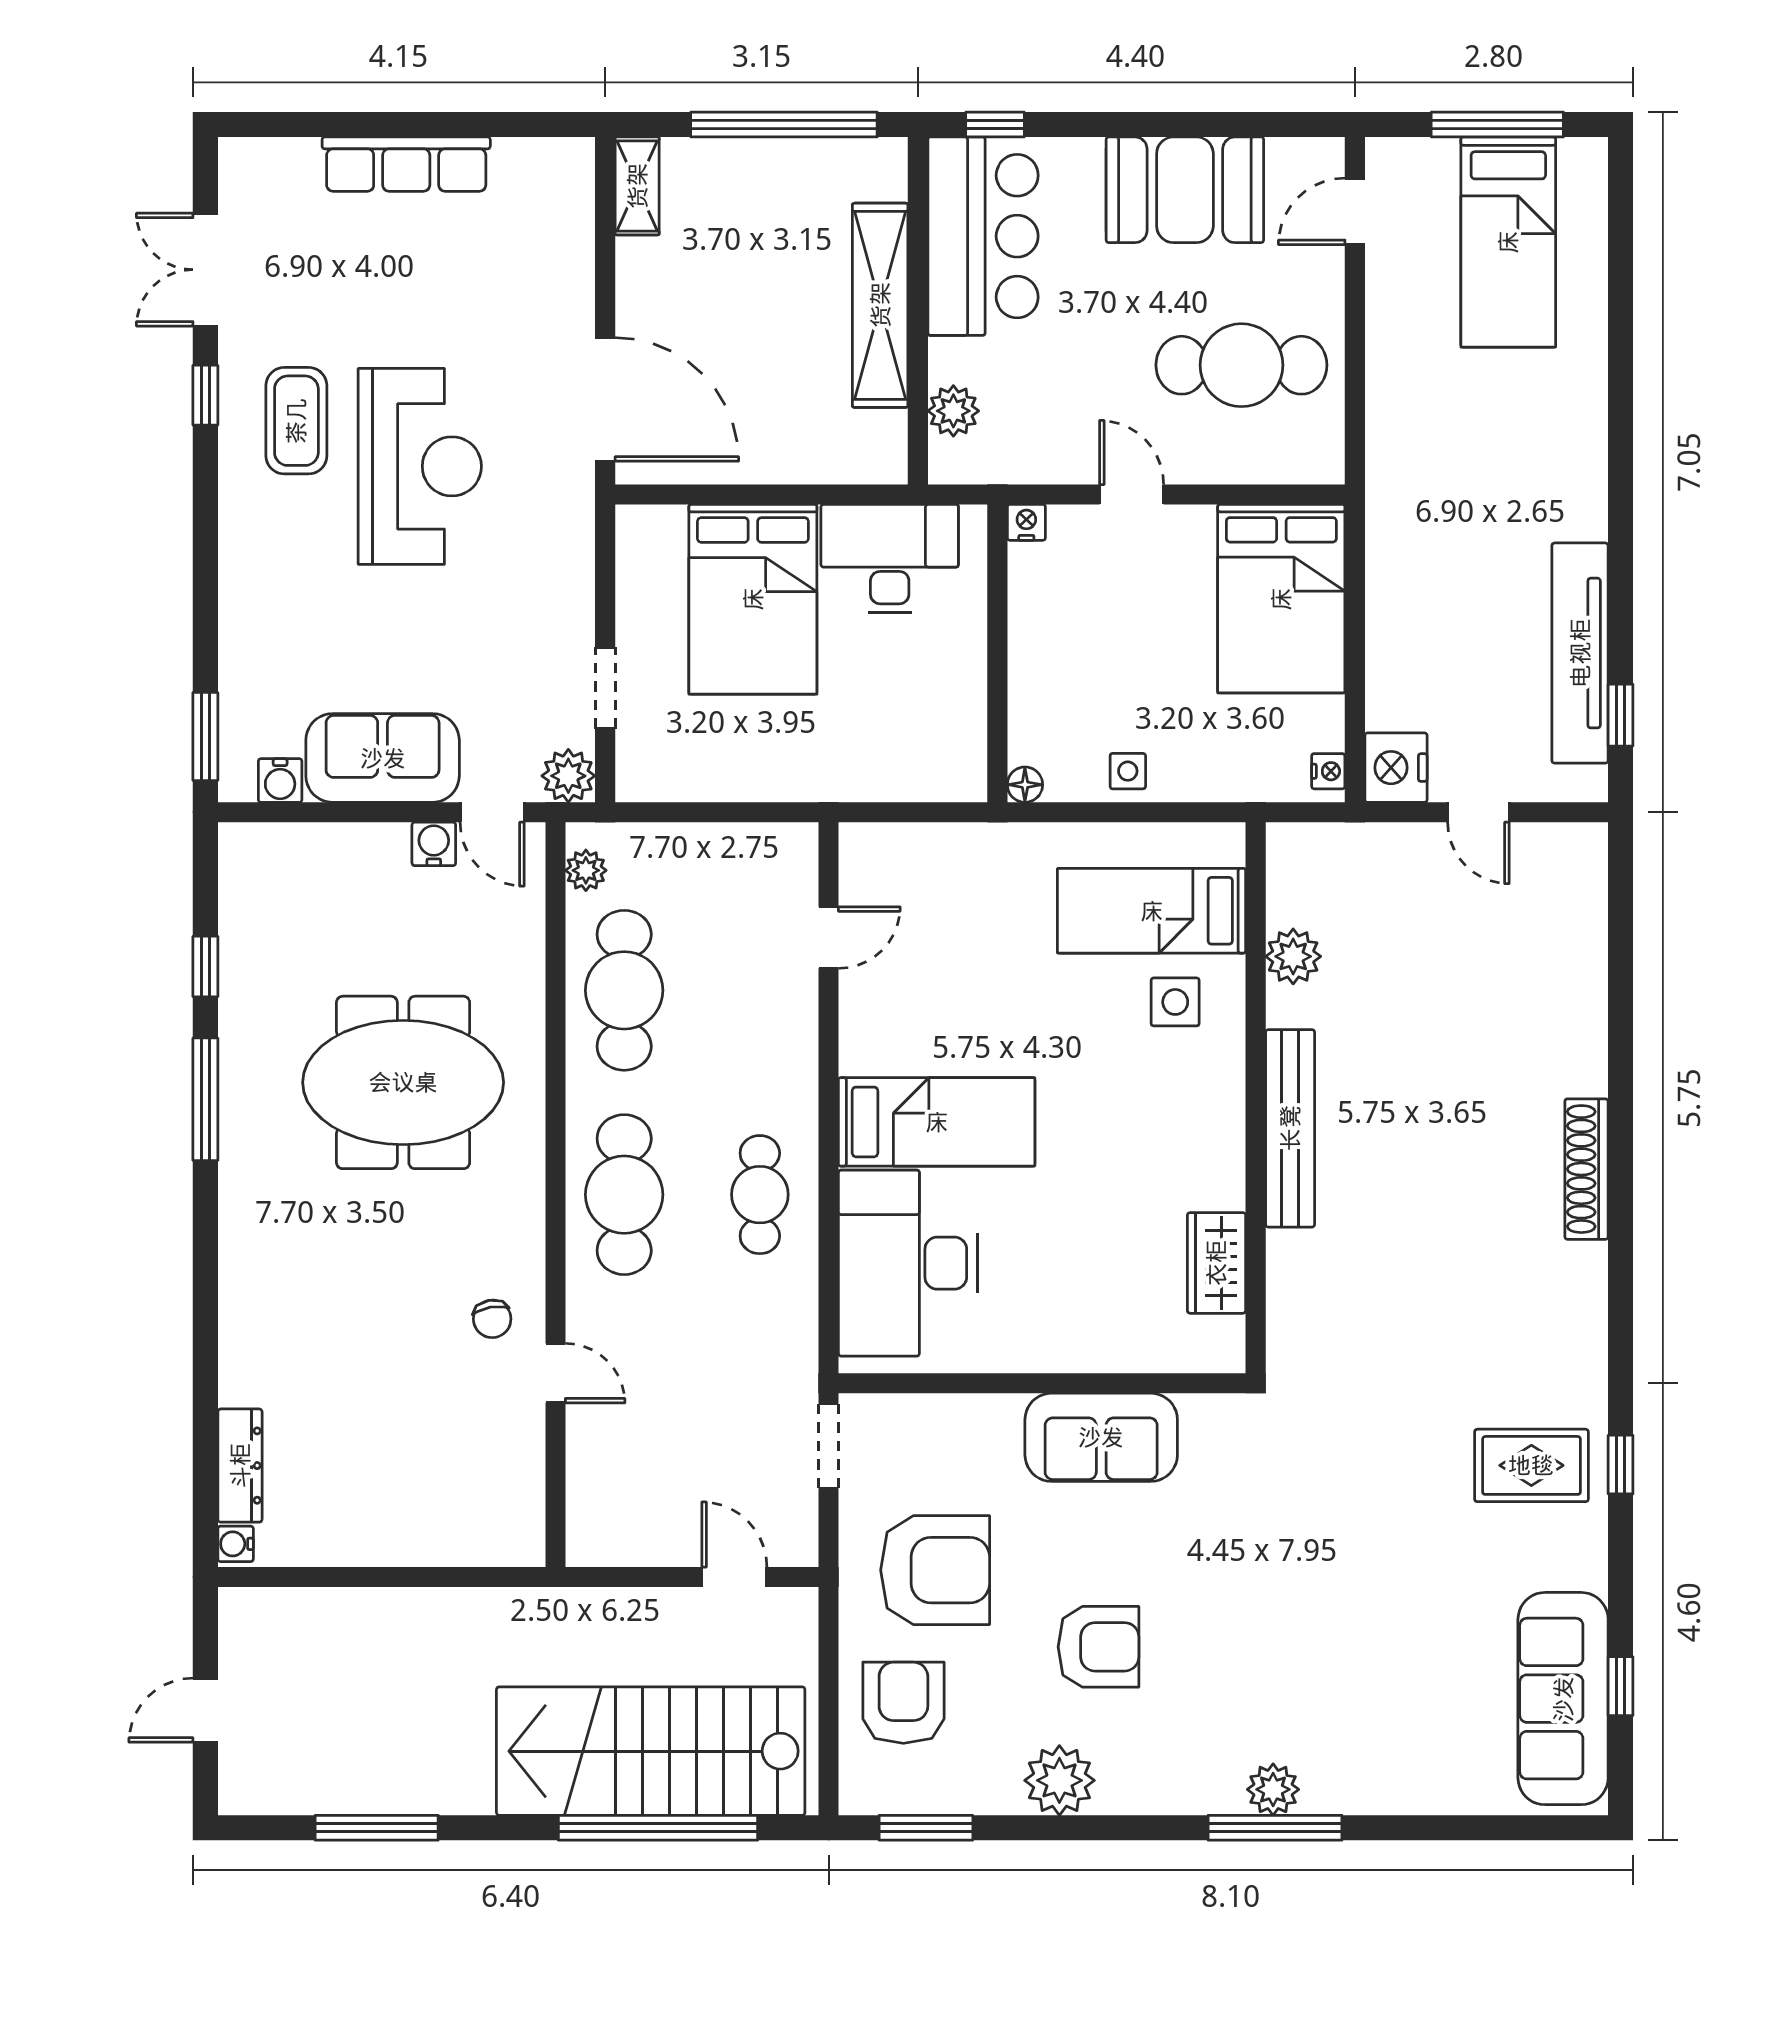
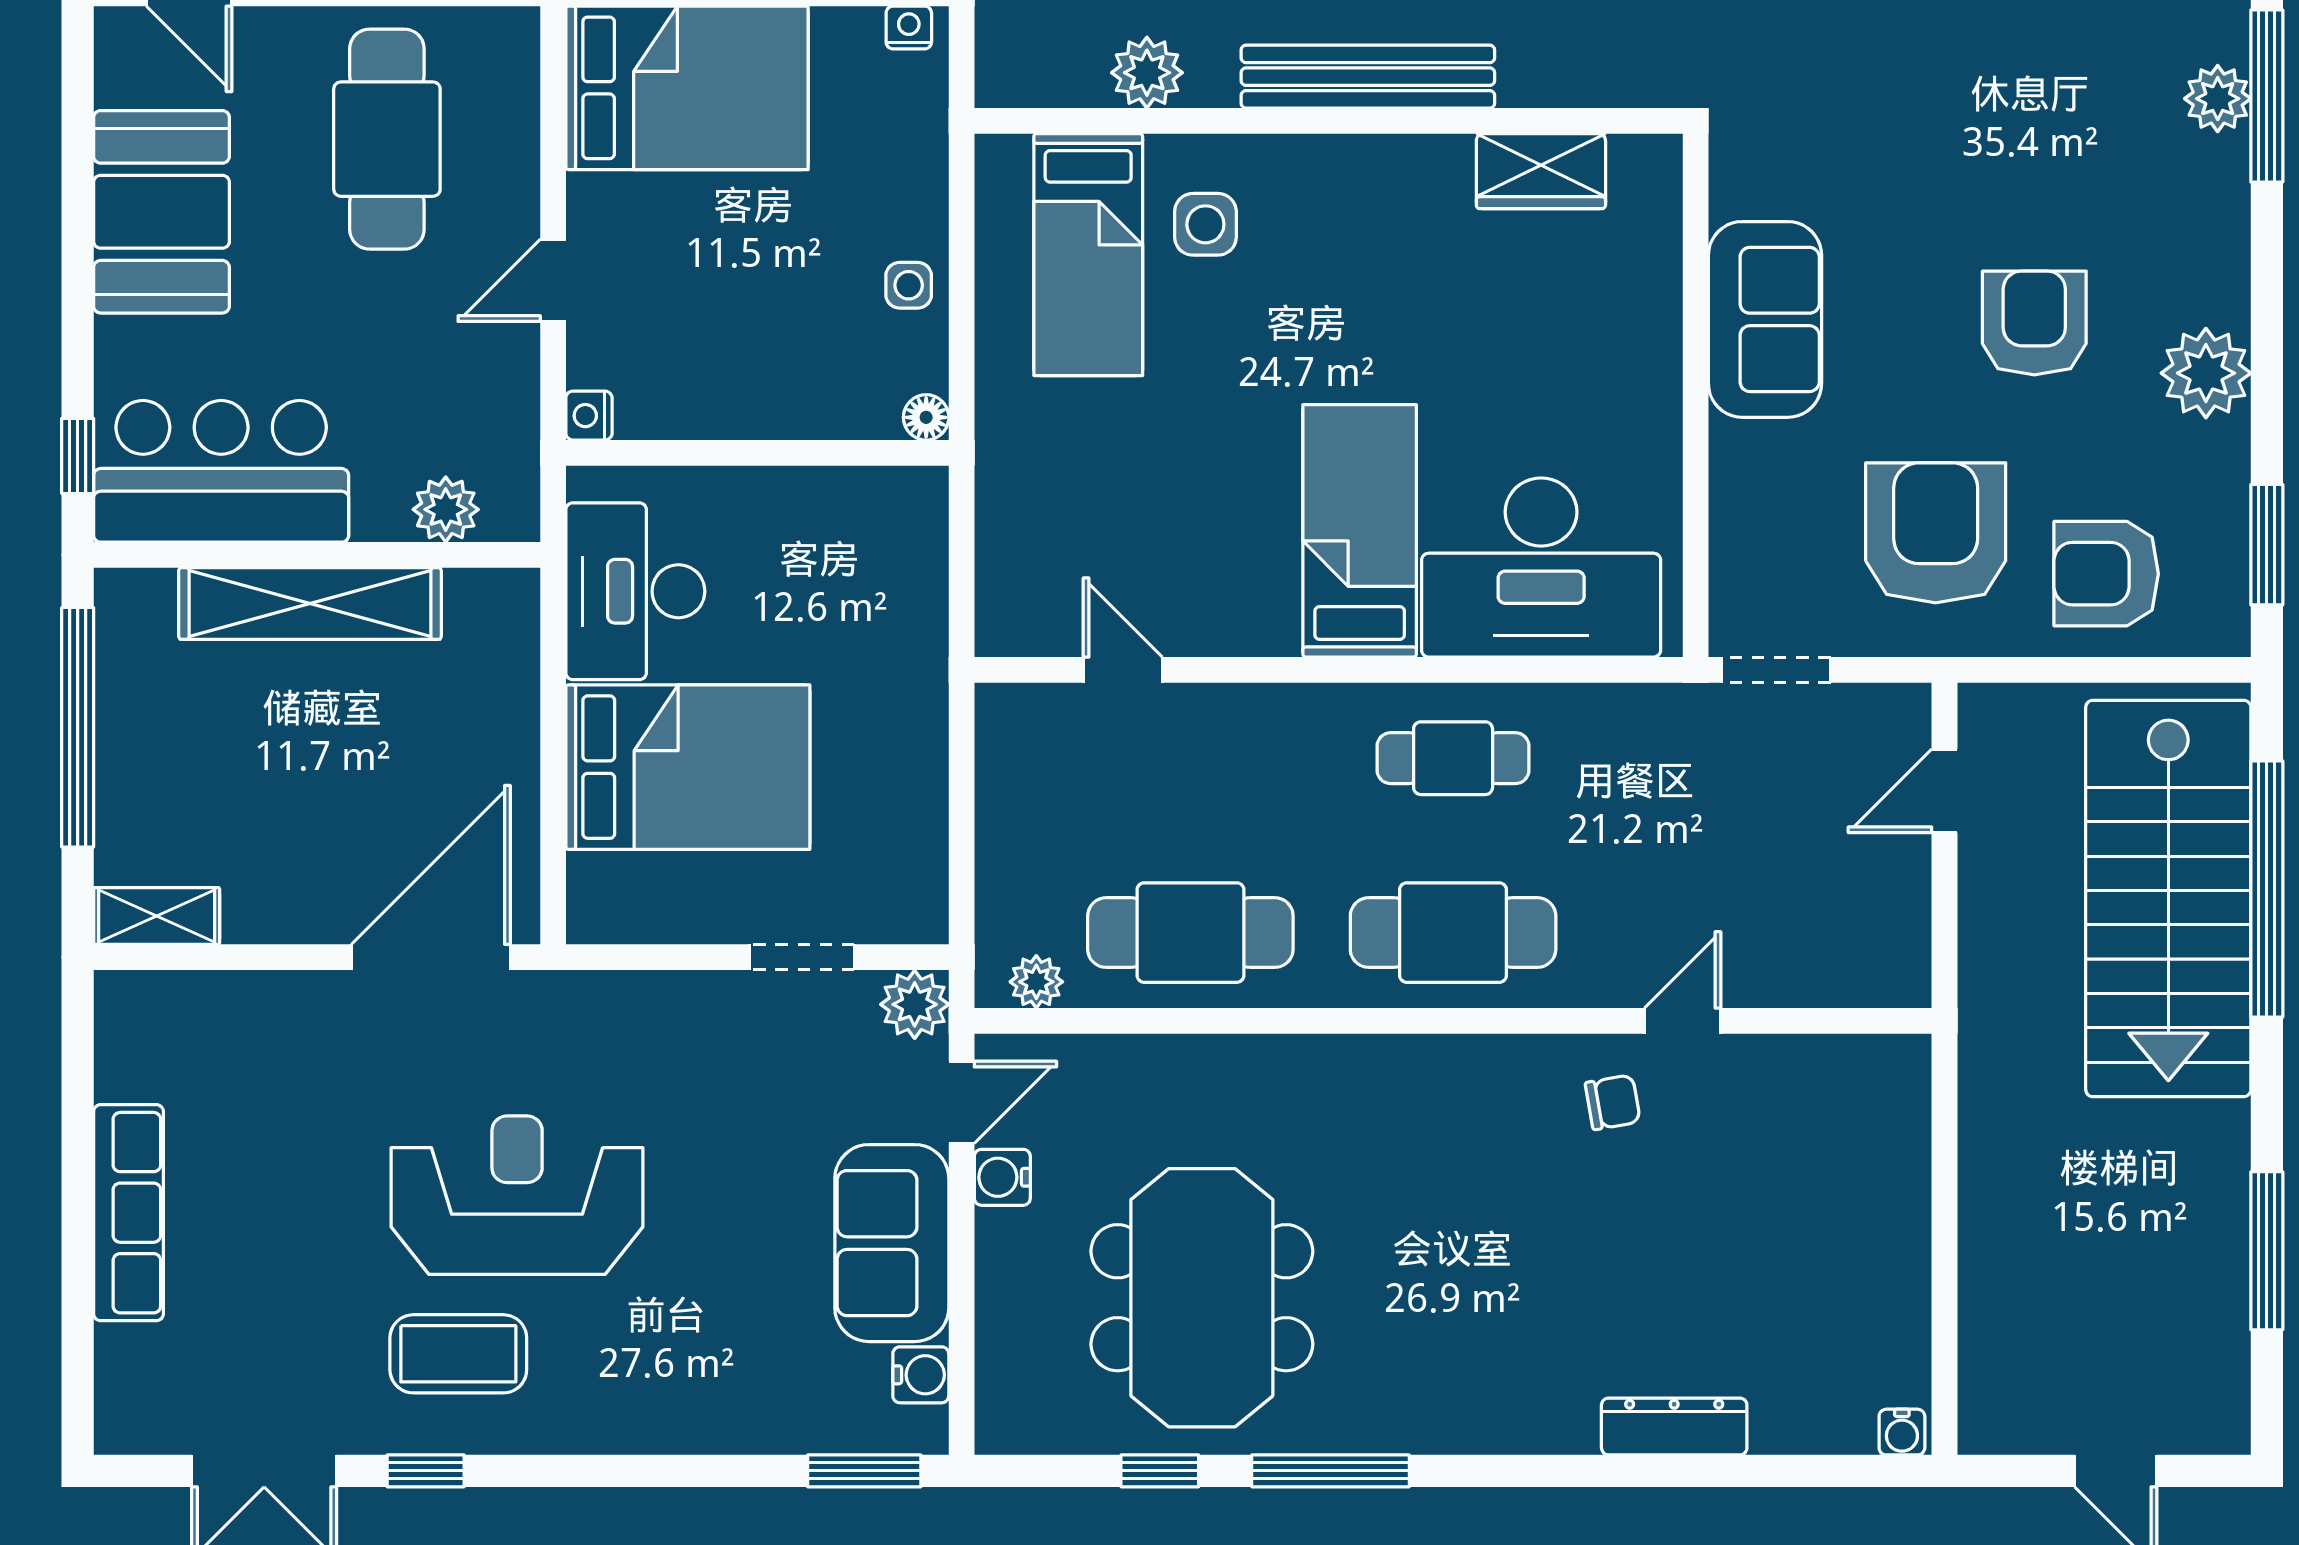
meeting table: (403, 1082) -> (1202, 1298), moved
dresser: (240, 1466) -> (1674, 1426), moved

